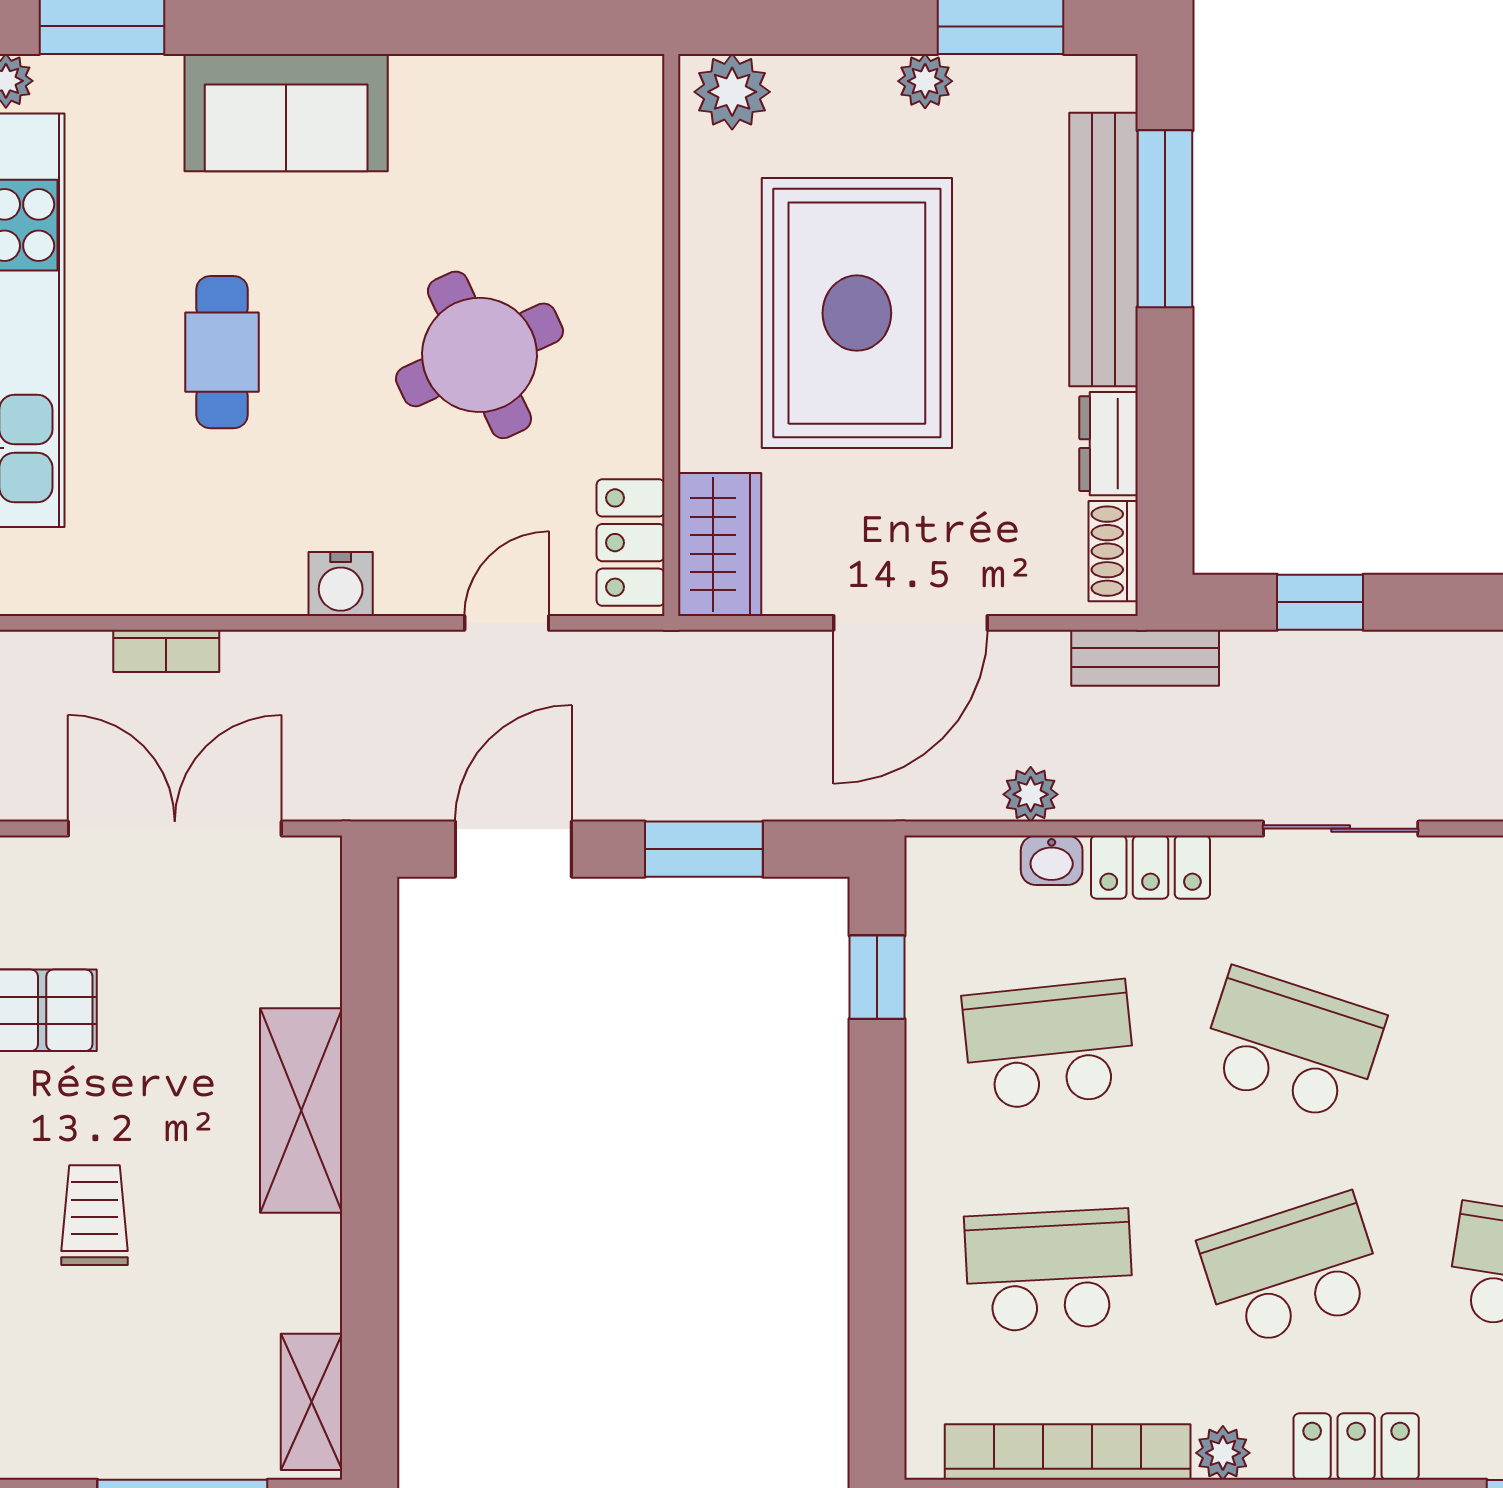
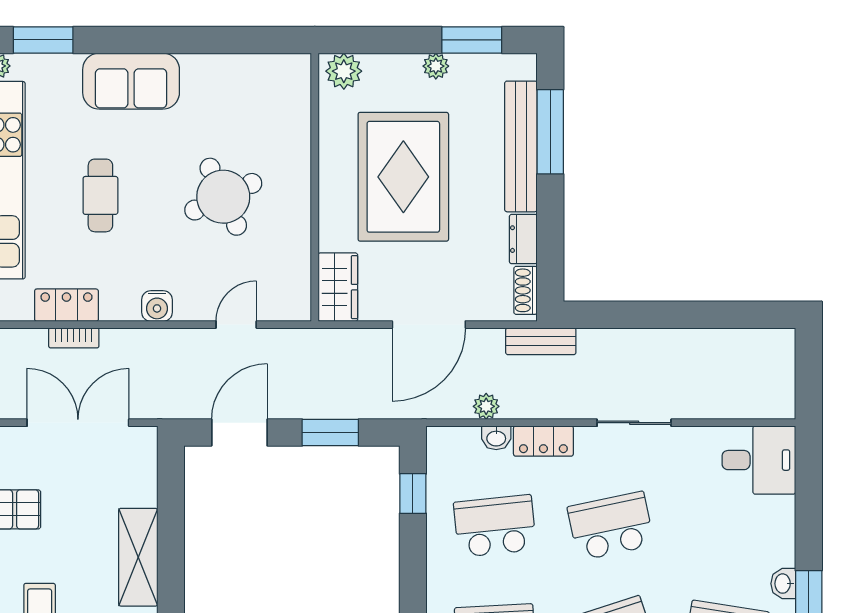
locker: (631, 543) -> (66, 305), moved, turned 90
window: (1320, 602) -> (624, 315), removed
school desk: (1292, 1045) -> (611, 526), turned -30

